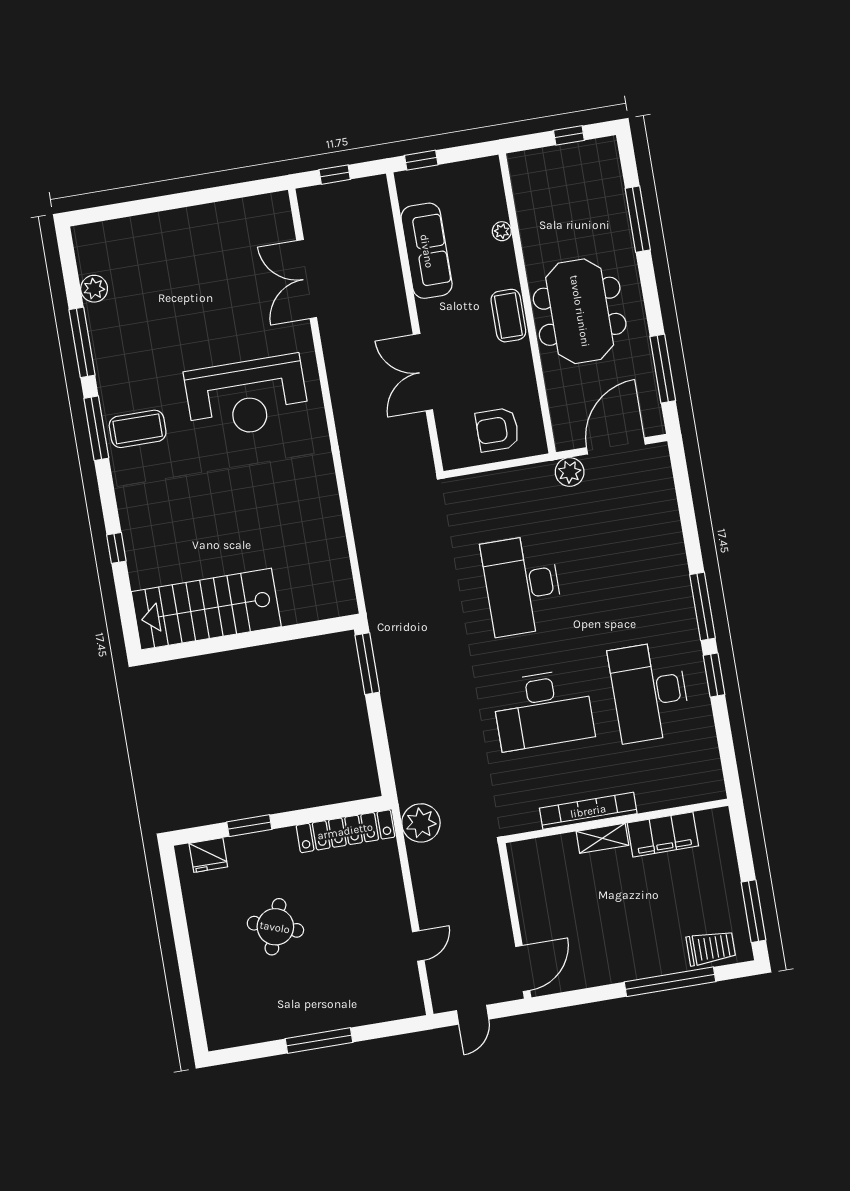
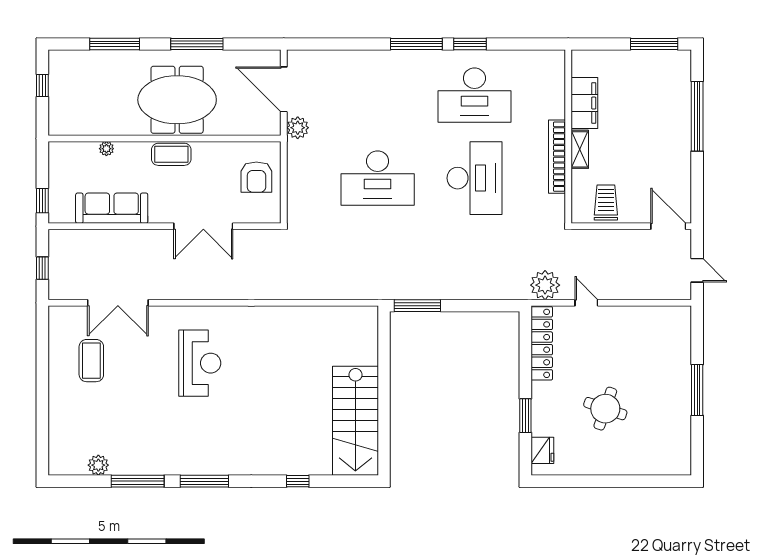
window: (663, 369) -> (197, 44), moved
reception desk: (247, 397) -> (200, 363), width x0.74, depth x0.77
coffee table: (138, 429) -> (91, 361), moved
door: (418, 946) -> (586, 303), moved
trolley: (711, 948) -> (606, 202), moved

